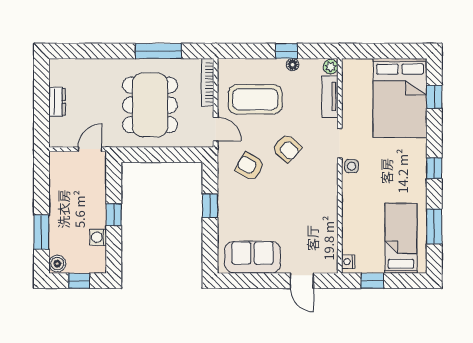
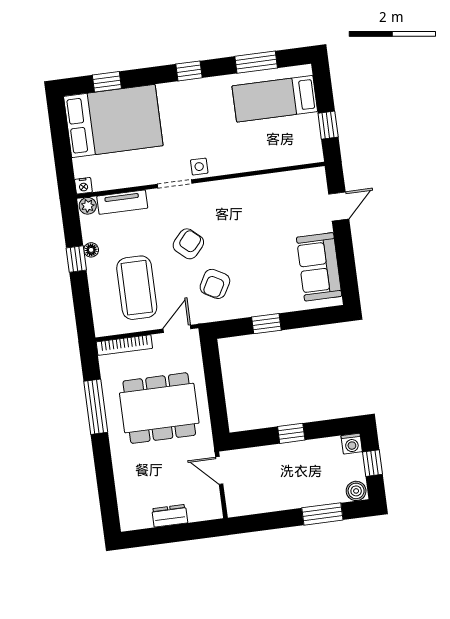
washing machine: (98, 237) -> (352, 444), moved
nightstand: (348, 262) -> (83, 186), moved

